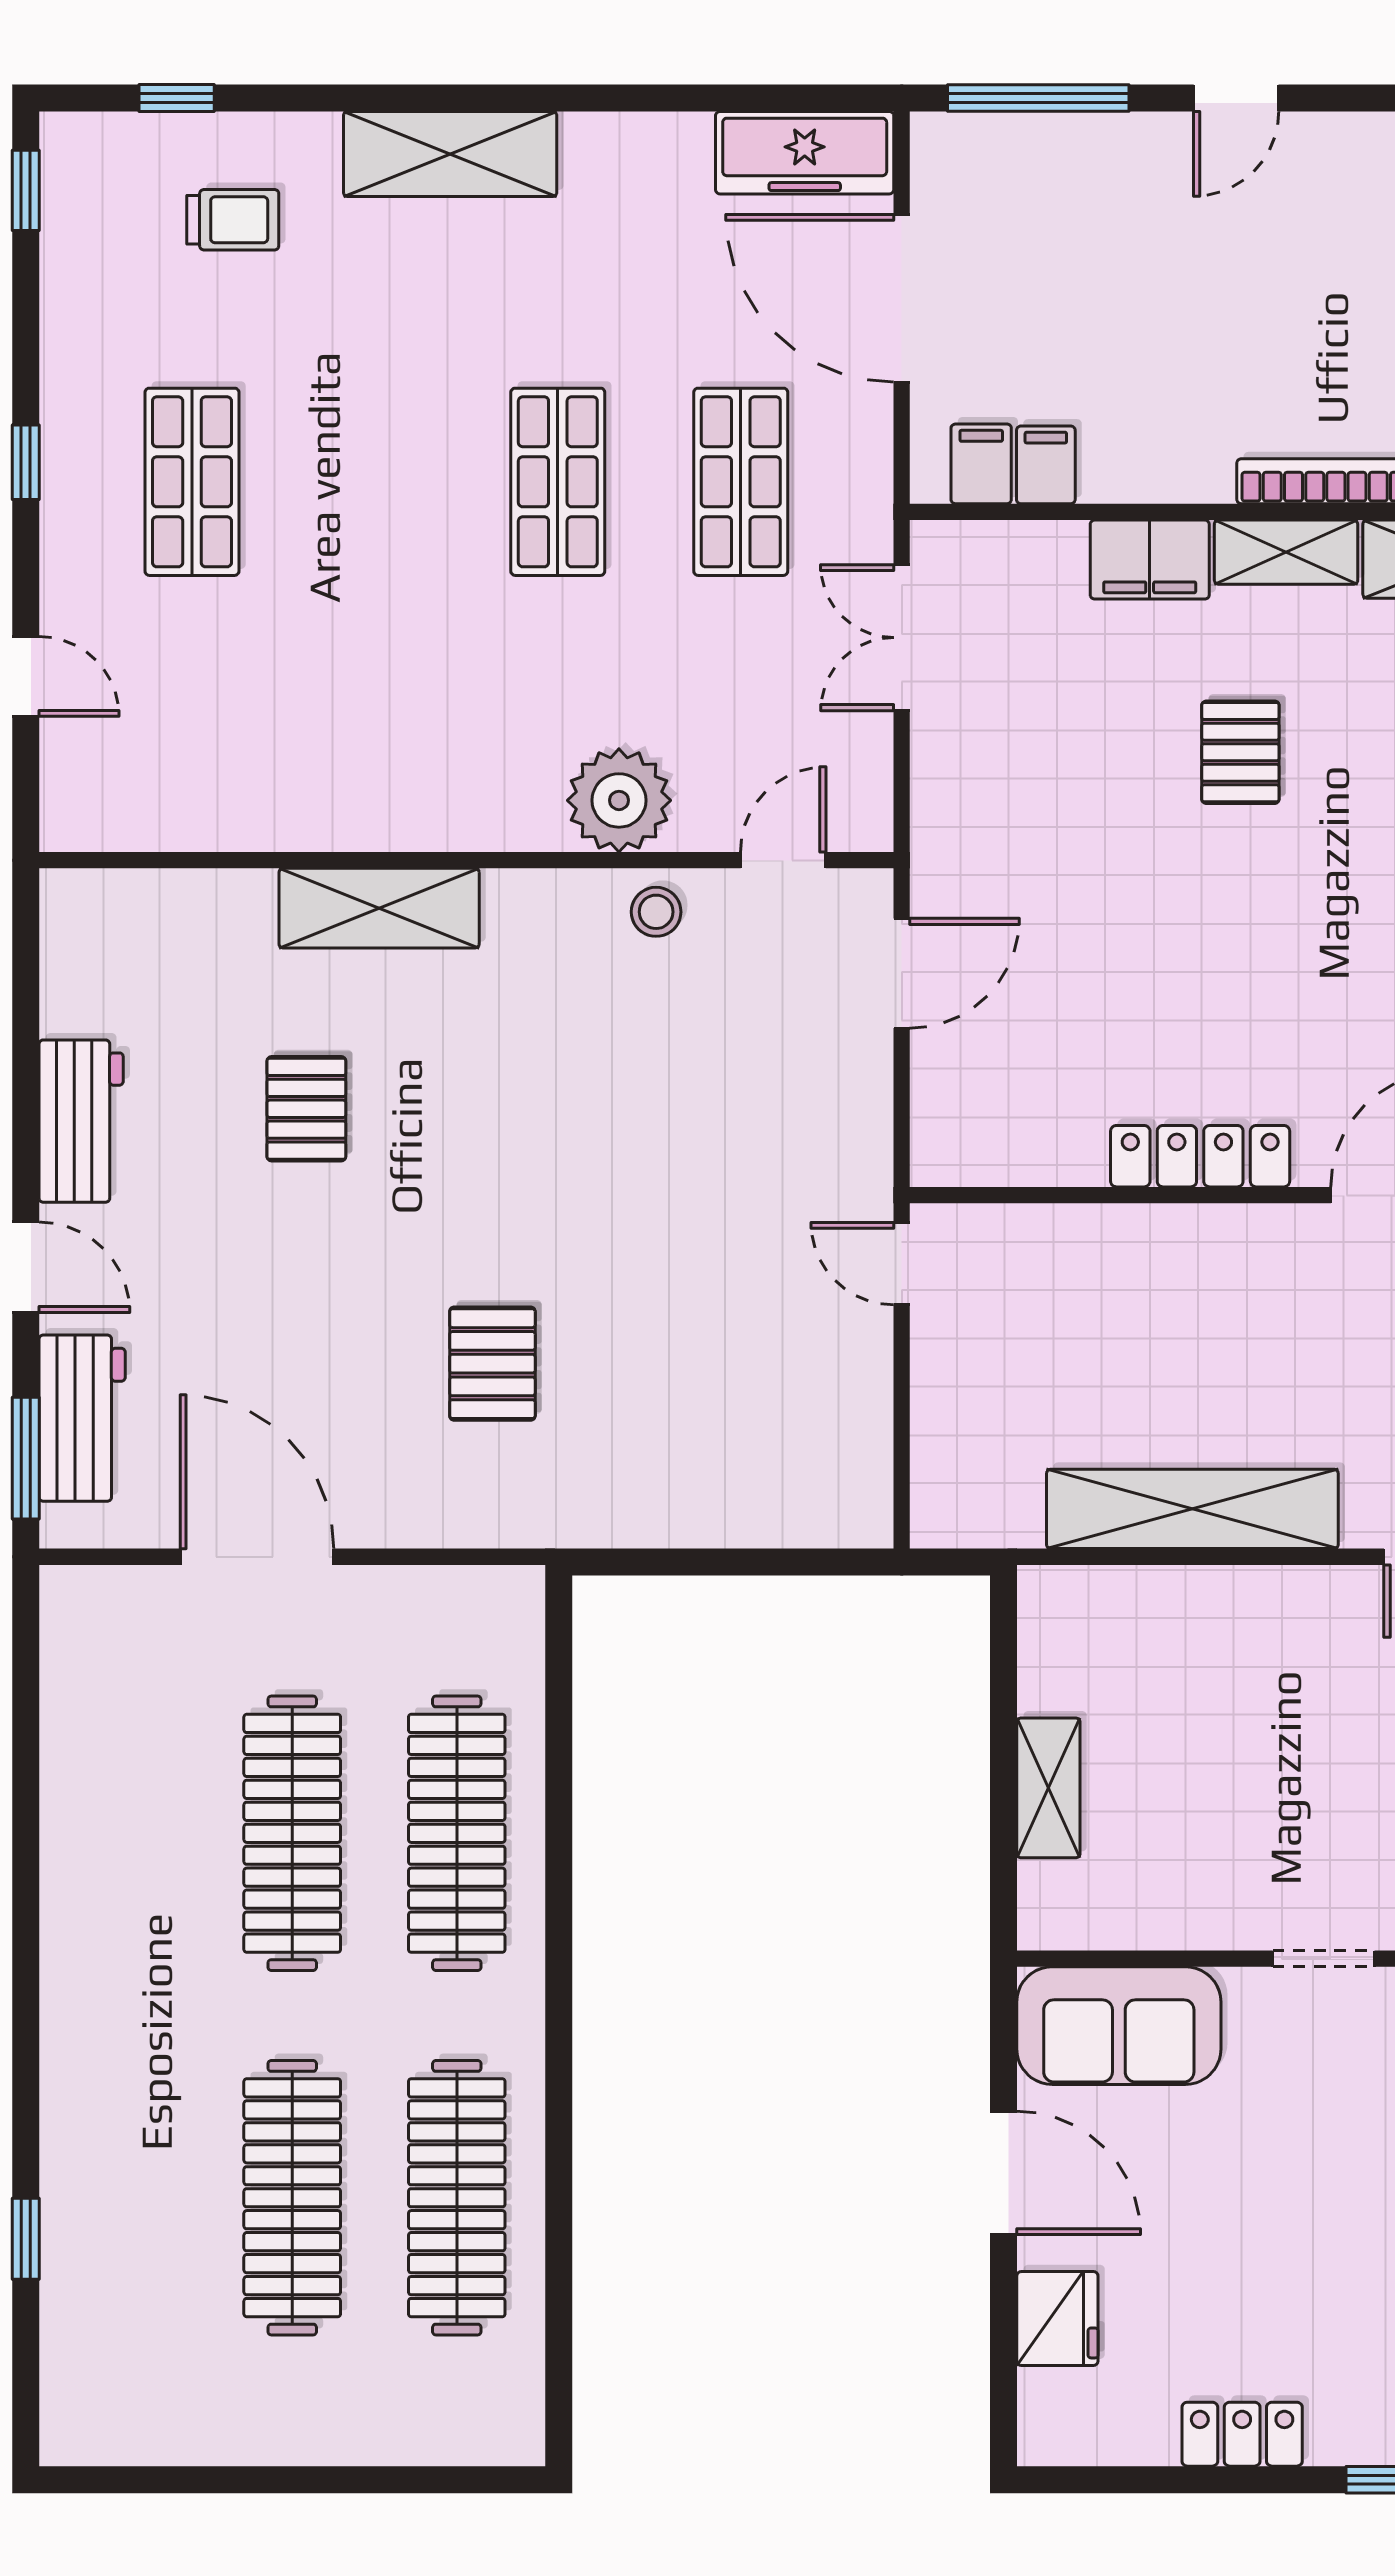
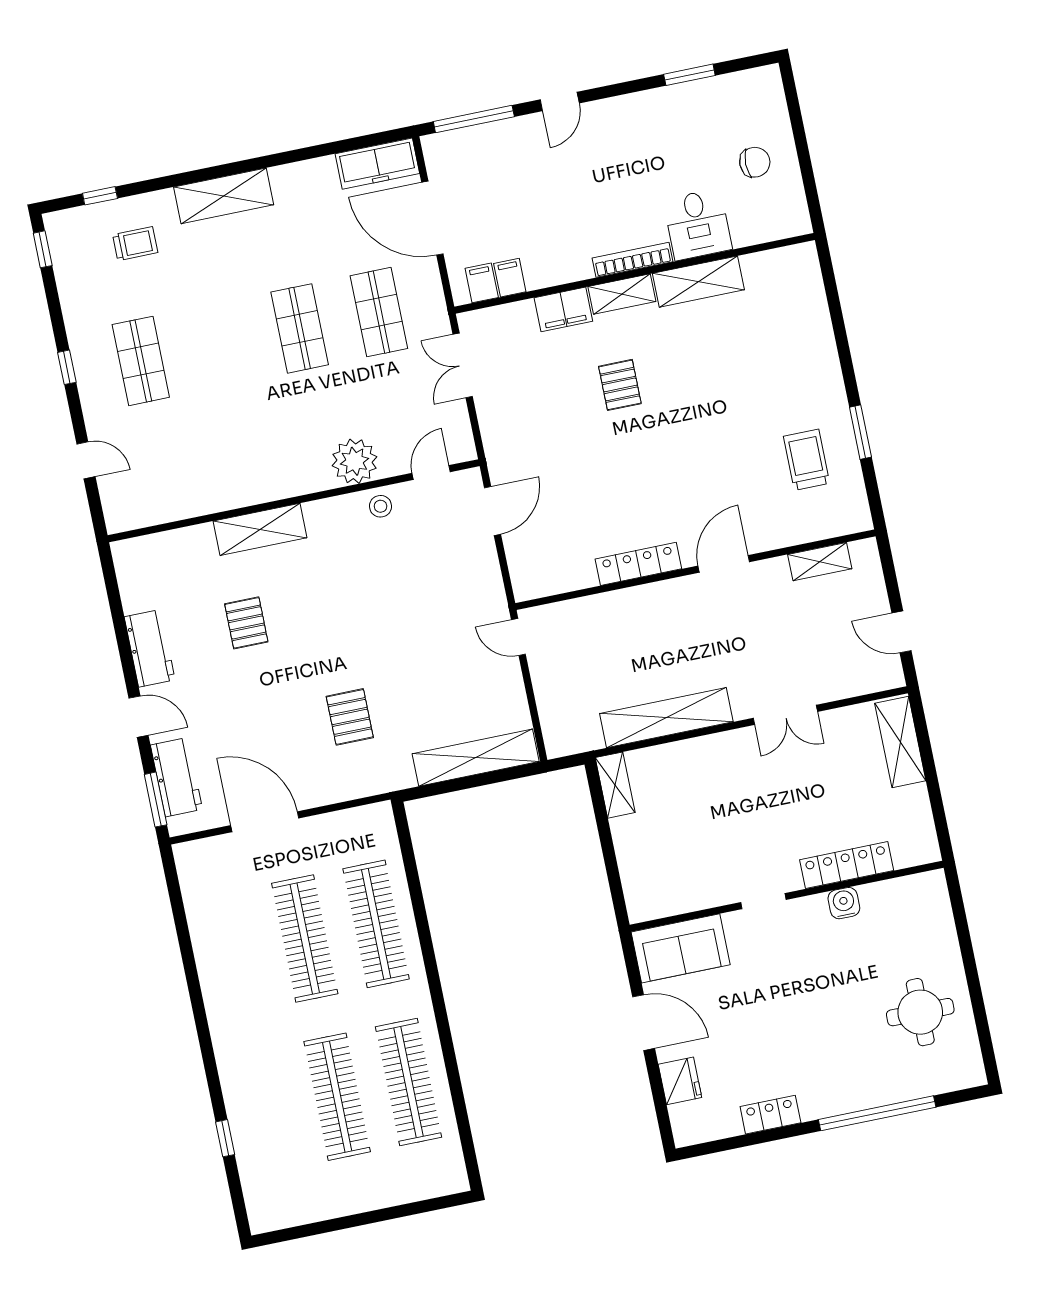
shelving: (752, 1511) -> (476, 758), added
shelving: (1048, 1788) -> (615, 785), moved

